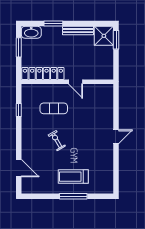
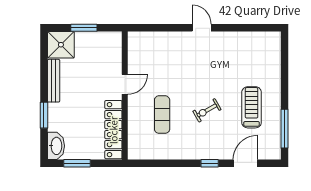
window: (116, 40) -> (84, 28), moved
window: (19, 110) -> (210, 163), moved
treadmill: (73, 177) -> (252, 107), moved, turned 180
window: (73, 196) -> (284, 129), moved

